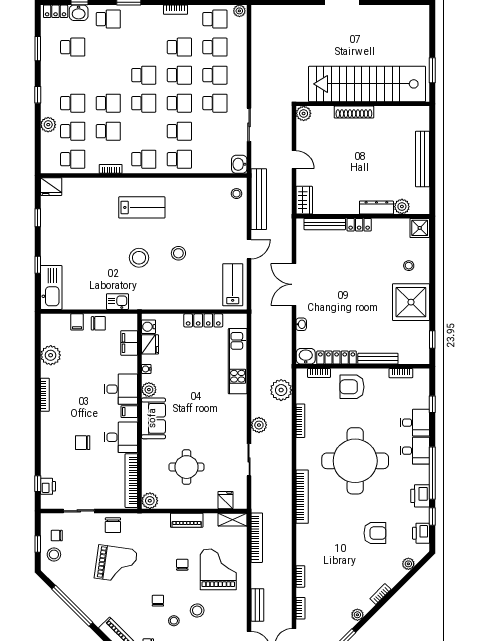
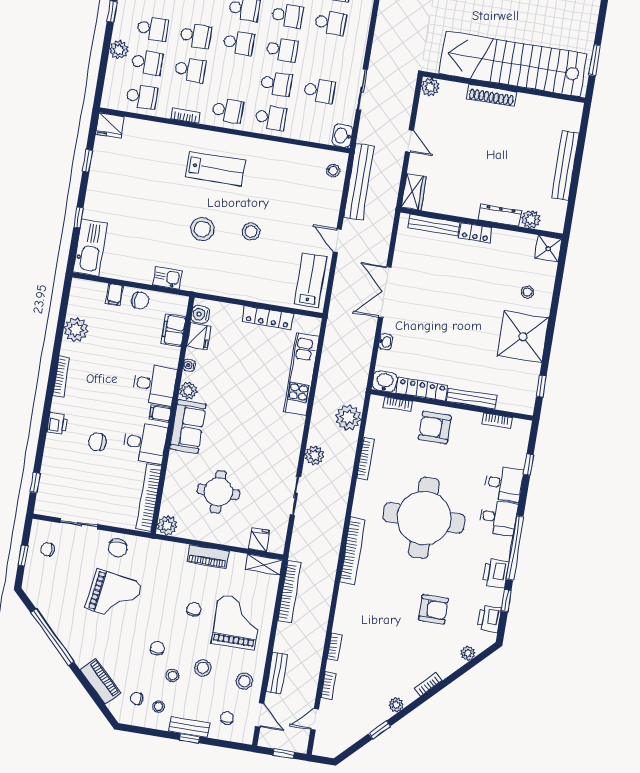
school desk: (215, 103) -> (319, 91), moved
door: (249, 249) -> (337, 241), swing flipped
printer: (48, 486) -> (57, 423), moved
stool: (54, 554) -> (244, 681), moved

